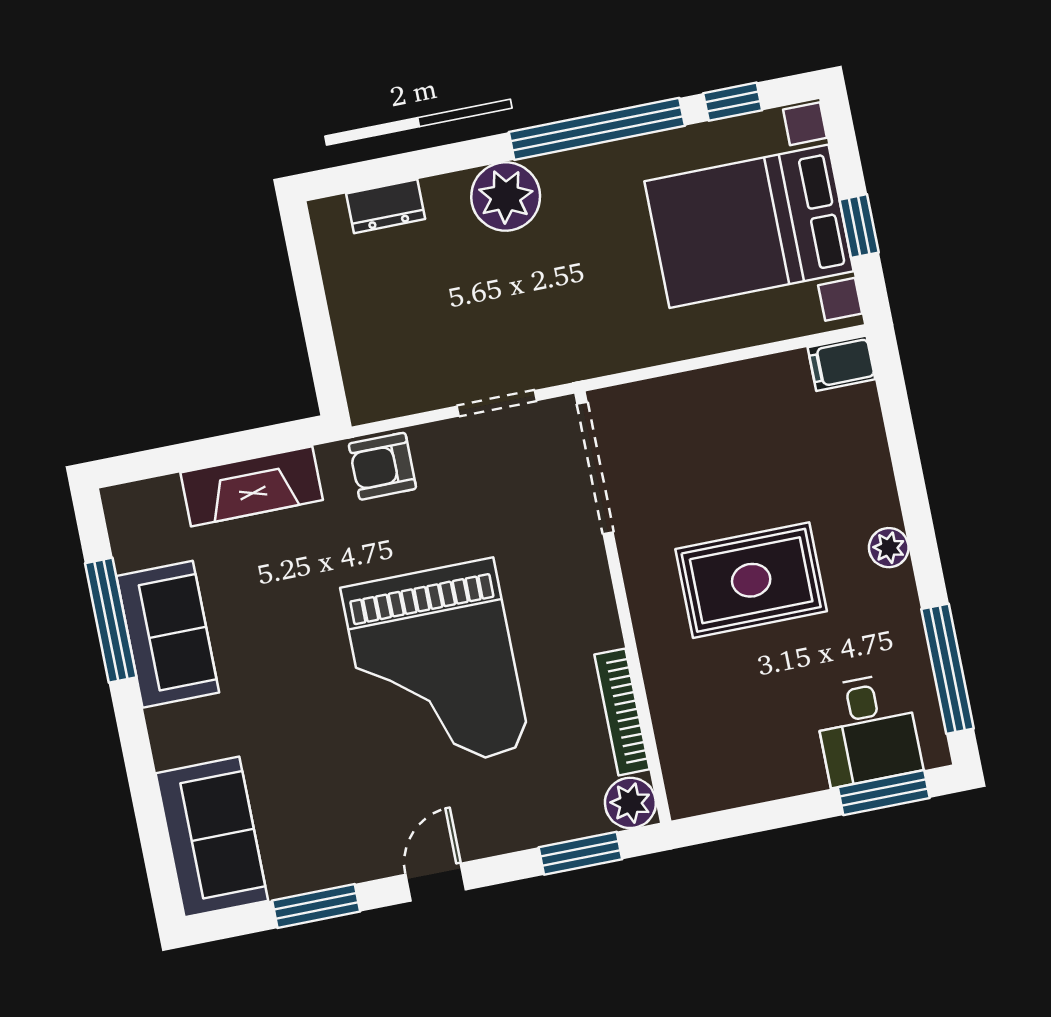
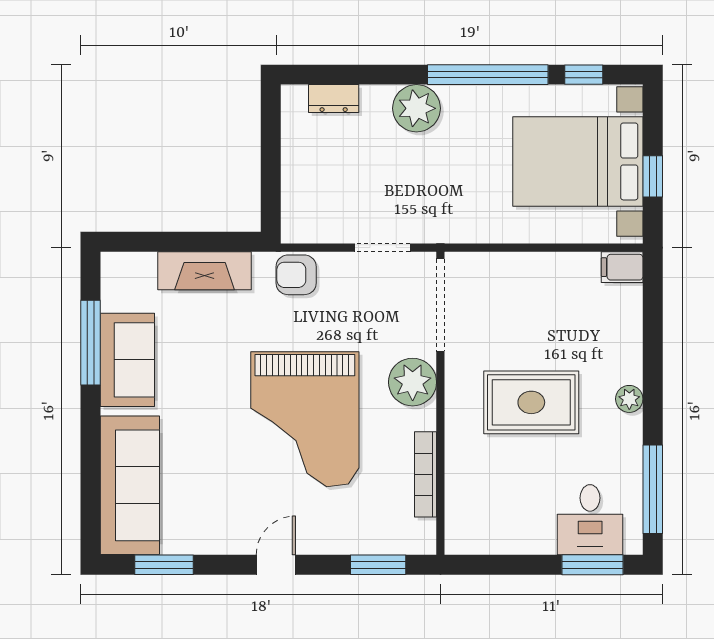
plant: (630, 803) -> (413, 382), moved, width x1.36, depth x1.36
sofa: (212, 837) -> (130, 485), width x1.36
window: (316, 906) -> (164, 565), moved

